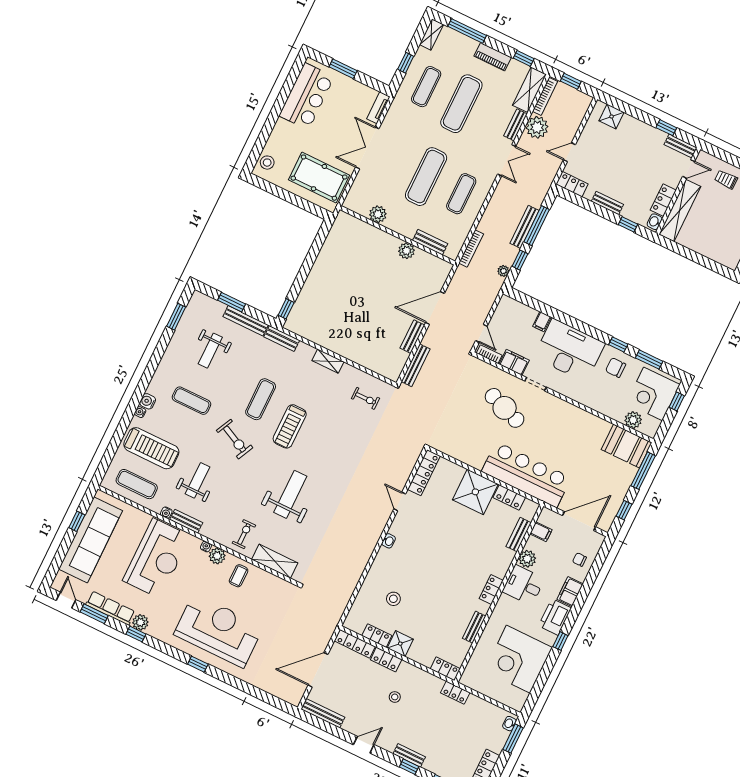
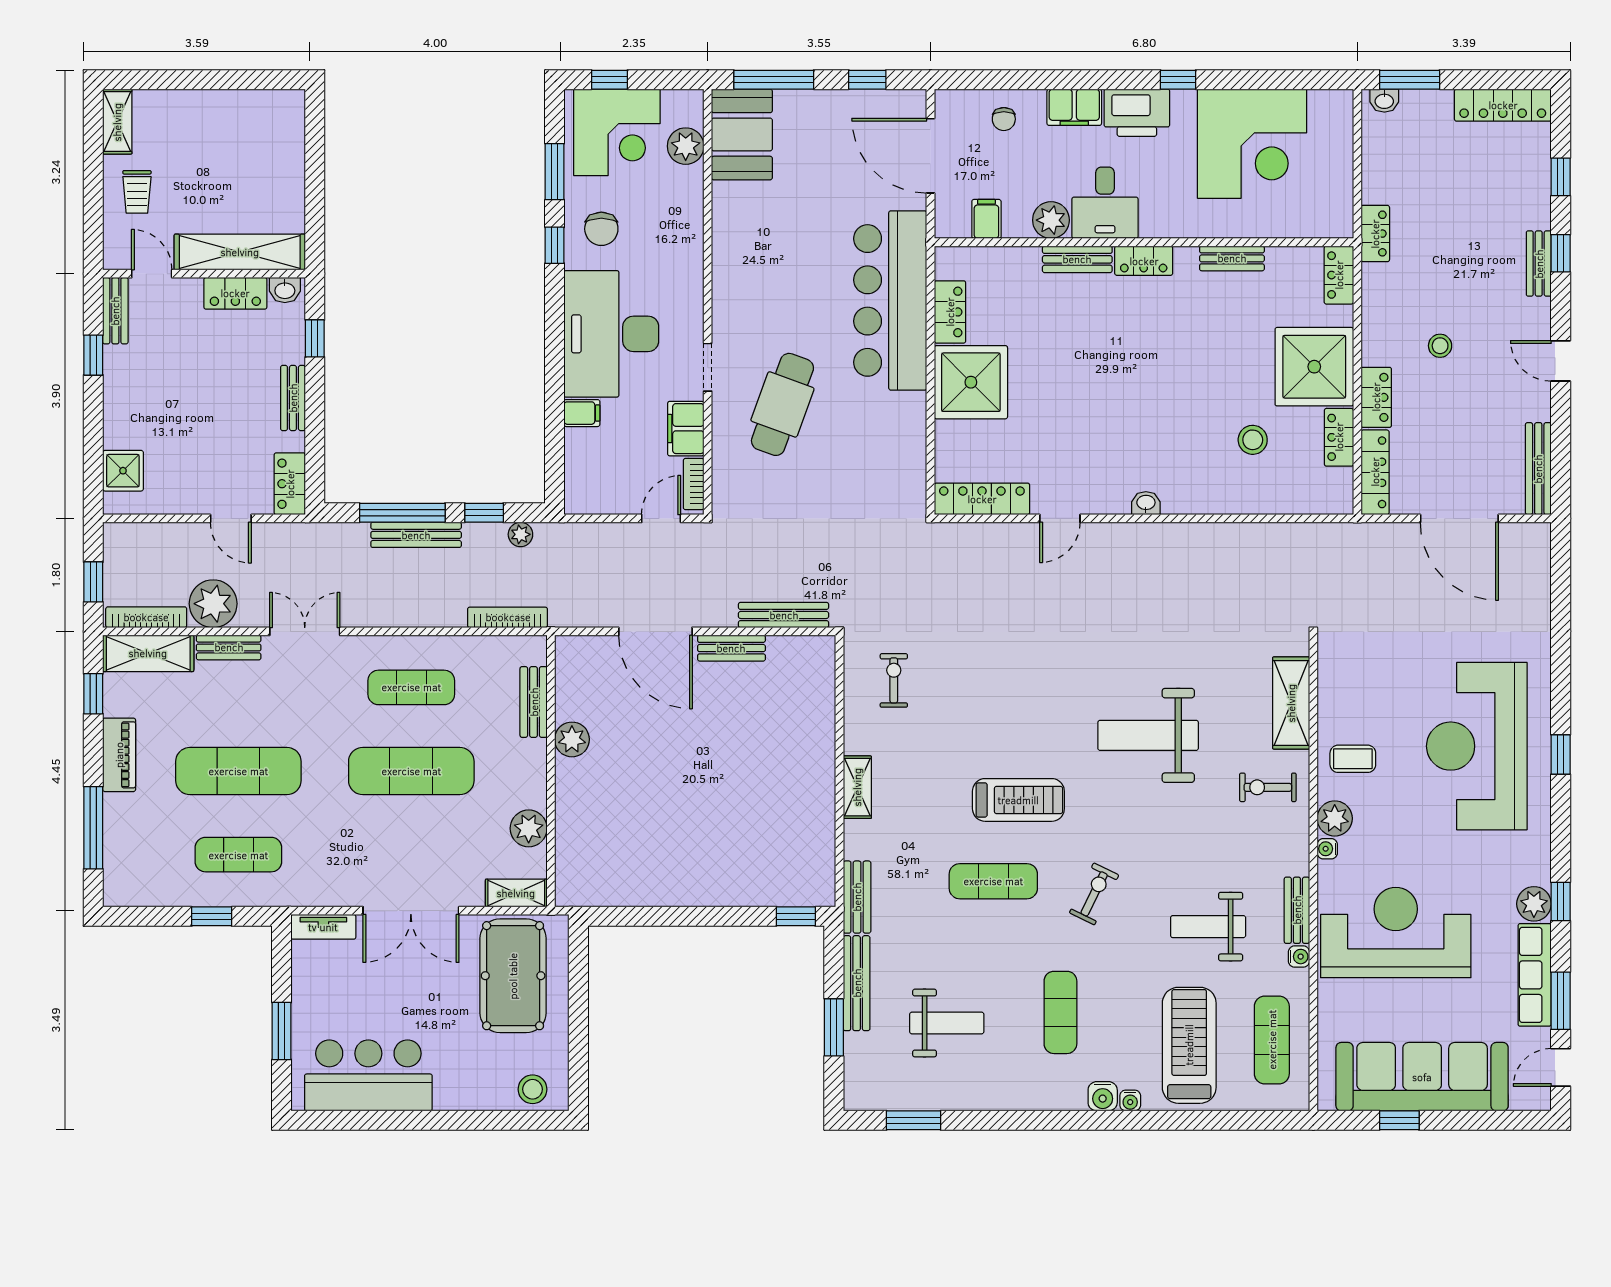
shelving: (431, 35) -> (516, 893), moved
exercise bike: (235, 439) -> (1094, 894), width x0.73, depth x0.72
bench: (519, 535) -> (1077, 259), moved
shower: (400, 644) -> (1314, 367), width x1.86, depth x1.86

